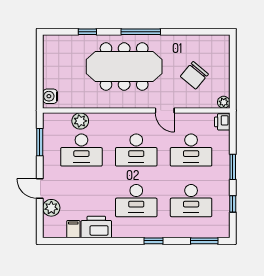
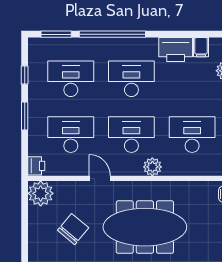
chair: (194, 75) -> (73, 229), moved
plant: (224, 102) -> (41, 193), width x1.87, depth x1.87
plant: (80, 121) -> (152, 167), moved
window: (154, 241) -> (112, 34), width x3.17

